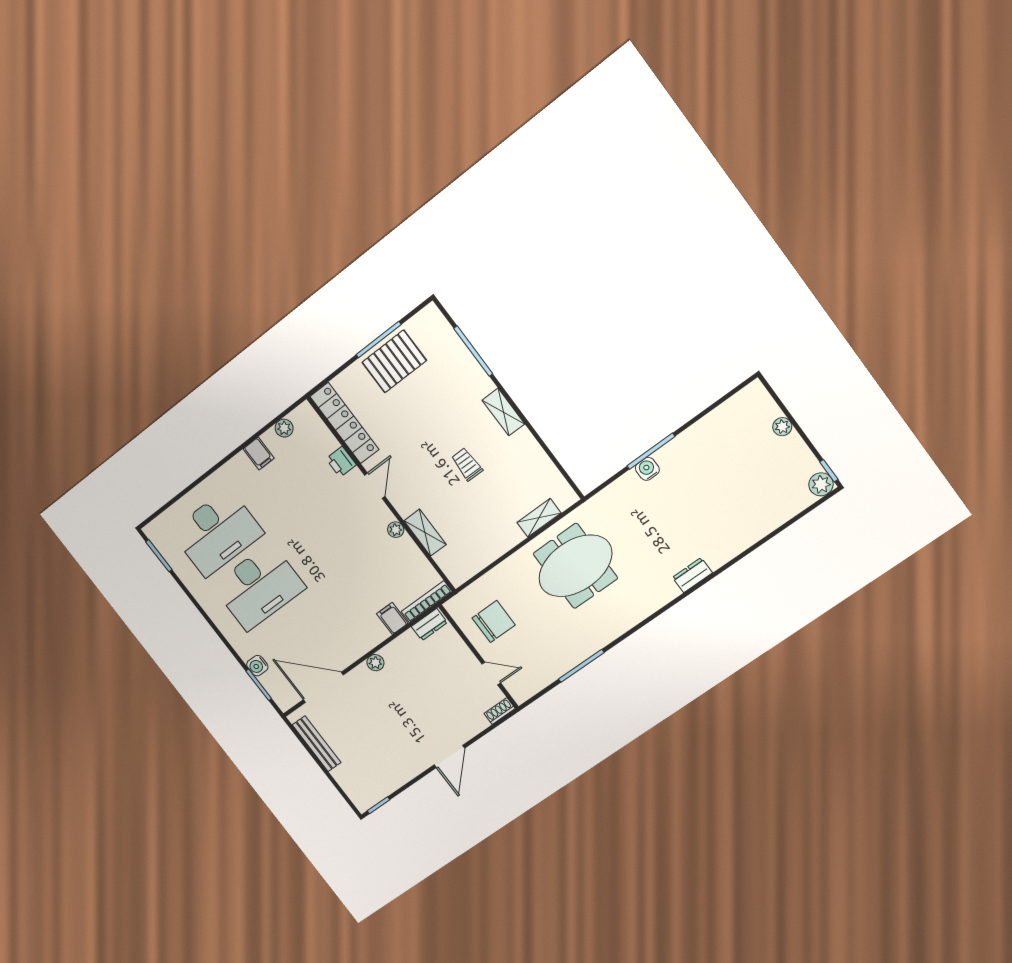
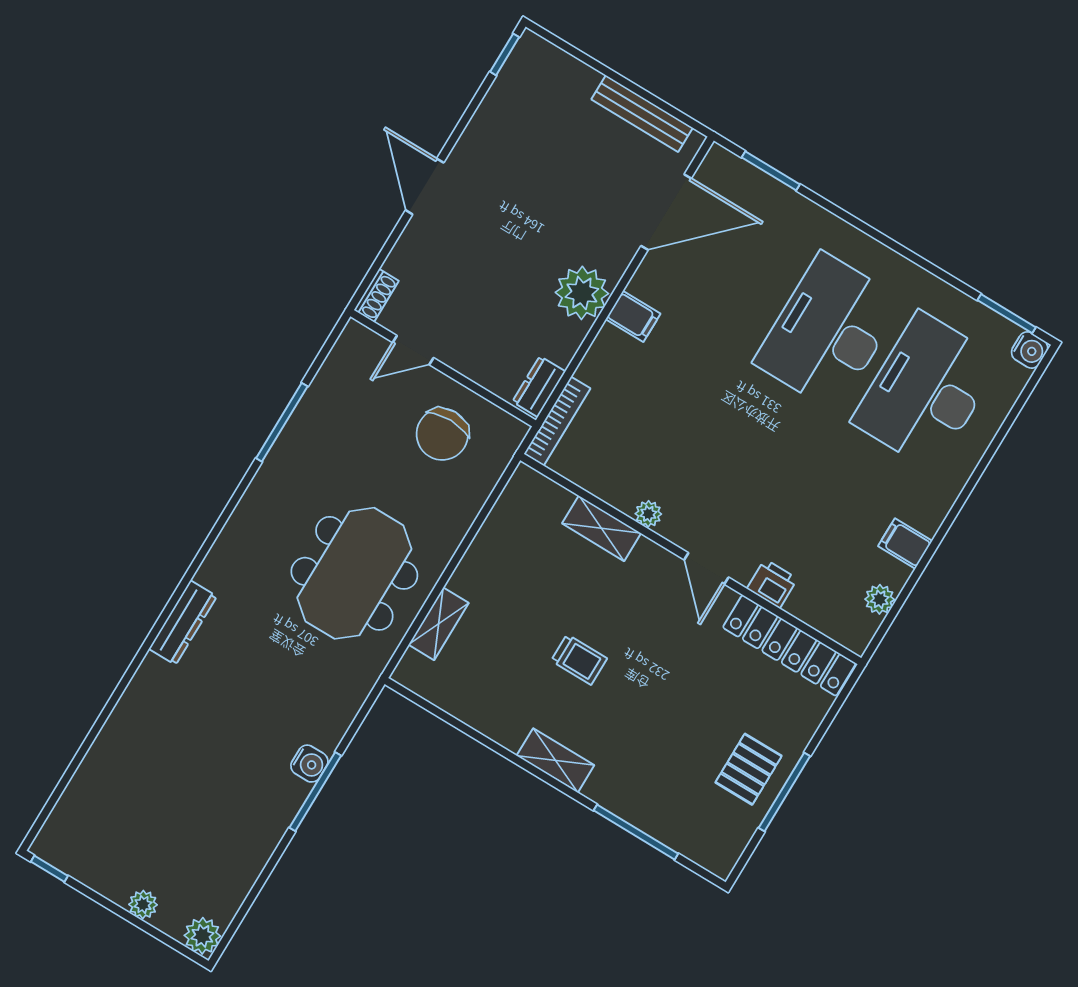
pallet: (394, 361) -> (749, 769), width x0.67, depth x0.71
plant: (821, 484) -> (202, 936), moved
dresser: (692, 575) -> (183, 623), width x1.44
filing cabinet: (392, 619) -> (633, 316), moved
plant: (375, 663) -> (582, 293), width x1.87, depth x1.87
water cooler: (257, 666) -> (1030, 350), moved, turned 90

